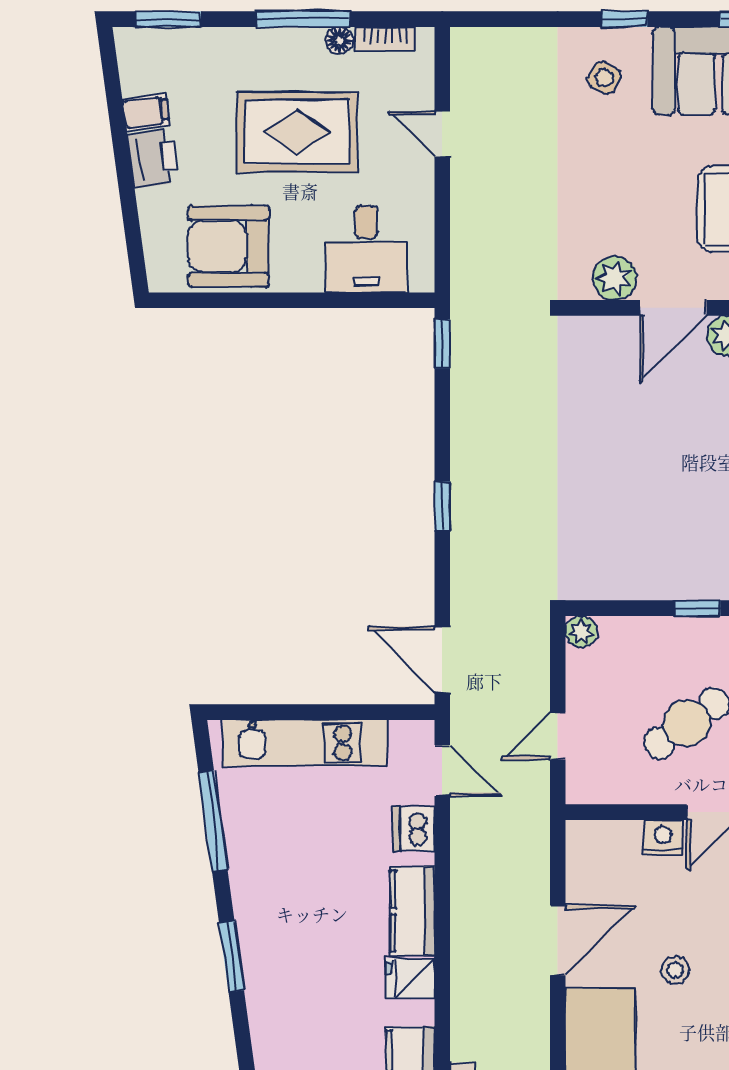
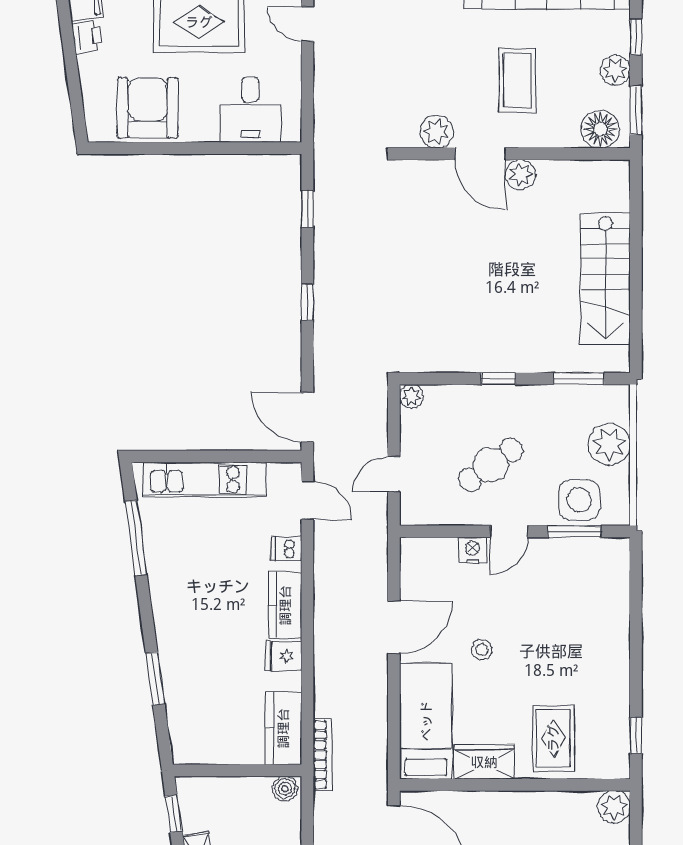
printer: (153, 158) -> (87, 37), width x0.73, depth x0.81
armchair: (229, 246) -> (148, 108), turned 90
door: (673, 308) -> (480, 154), hinge flipped
window: (442, 344) -> (307, 209), moved
dishwasher: (414, 829) -> (286, 548), width x0.73
window: (232, 957) -> (155, 678), moved

